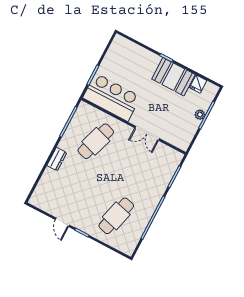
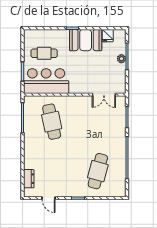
cafe table: (124, 68) -> (44, 53), added
double door: (147, 133) -> (104, 95), moved
cafe table: (96, 141) -> (52, 122), turned -30
dresser: (57, 159) -> (29, 179), moved
door: (62, 222) -> (49, 198), moved

